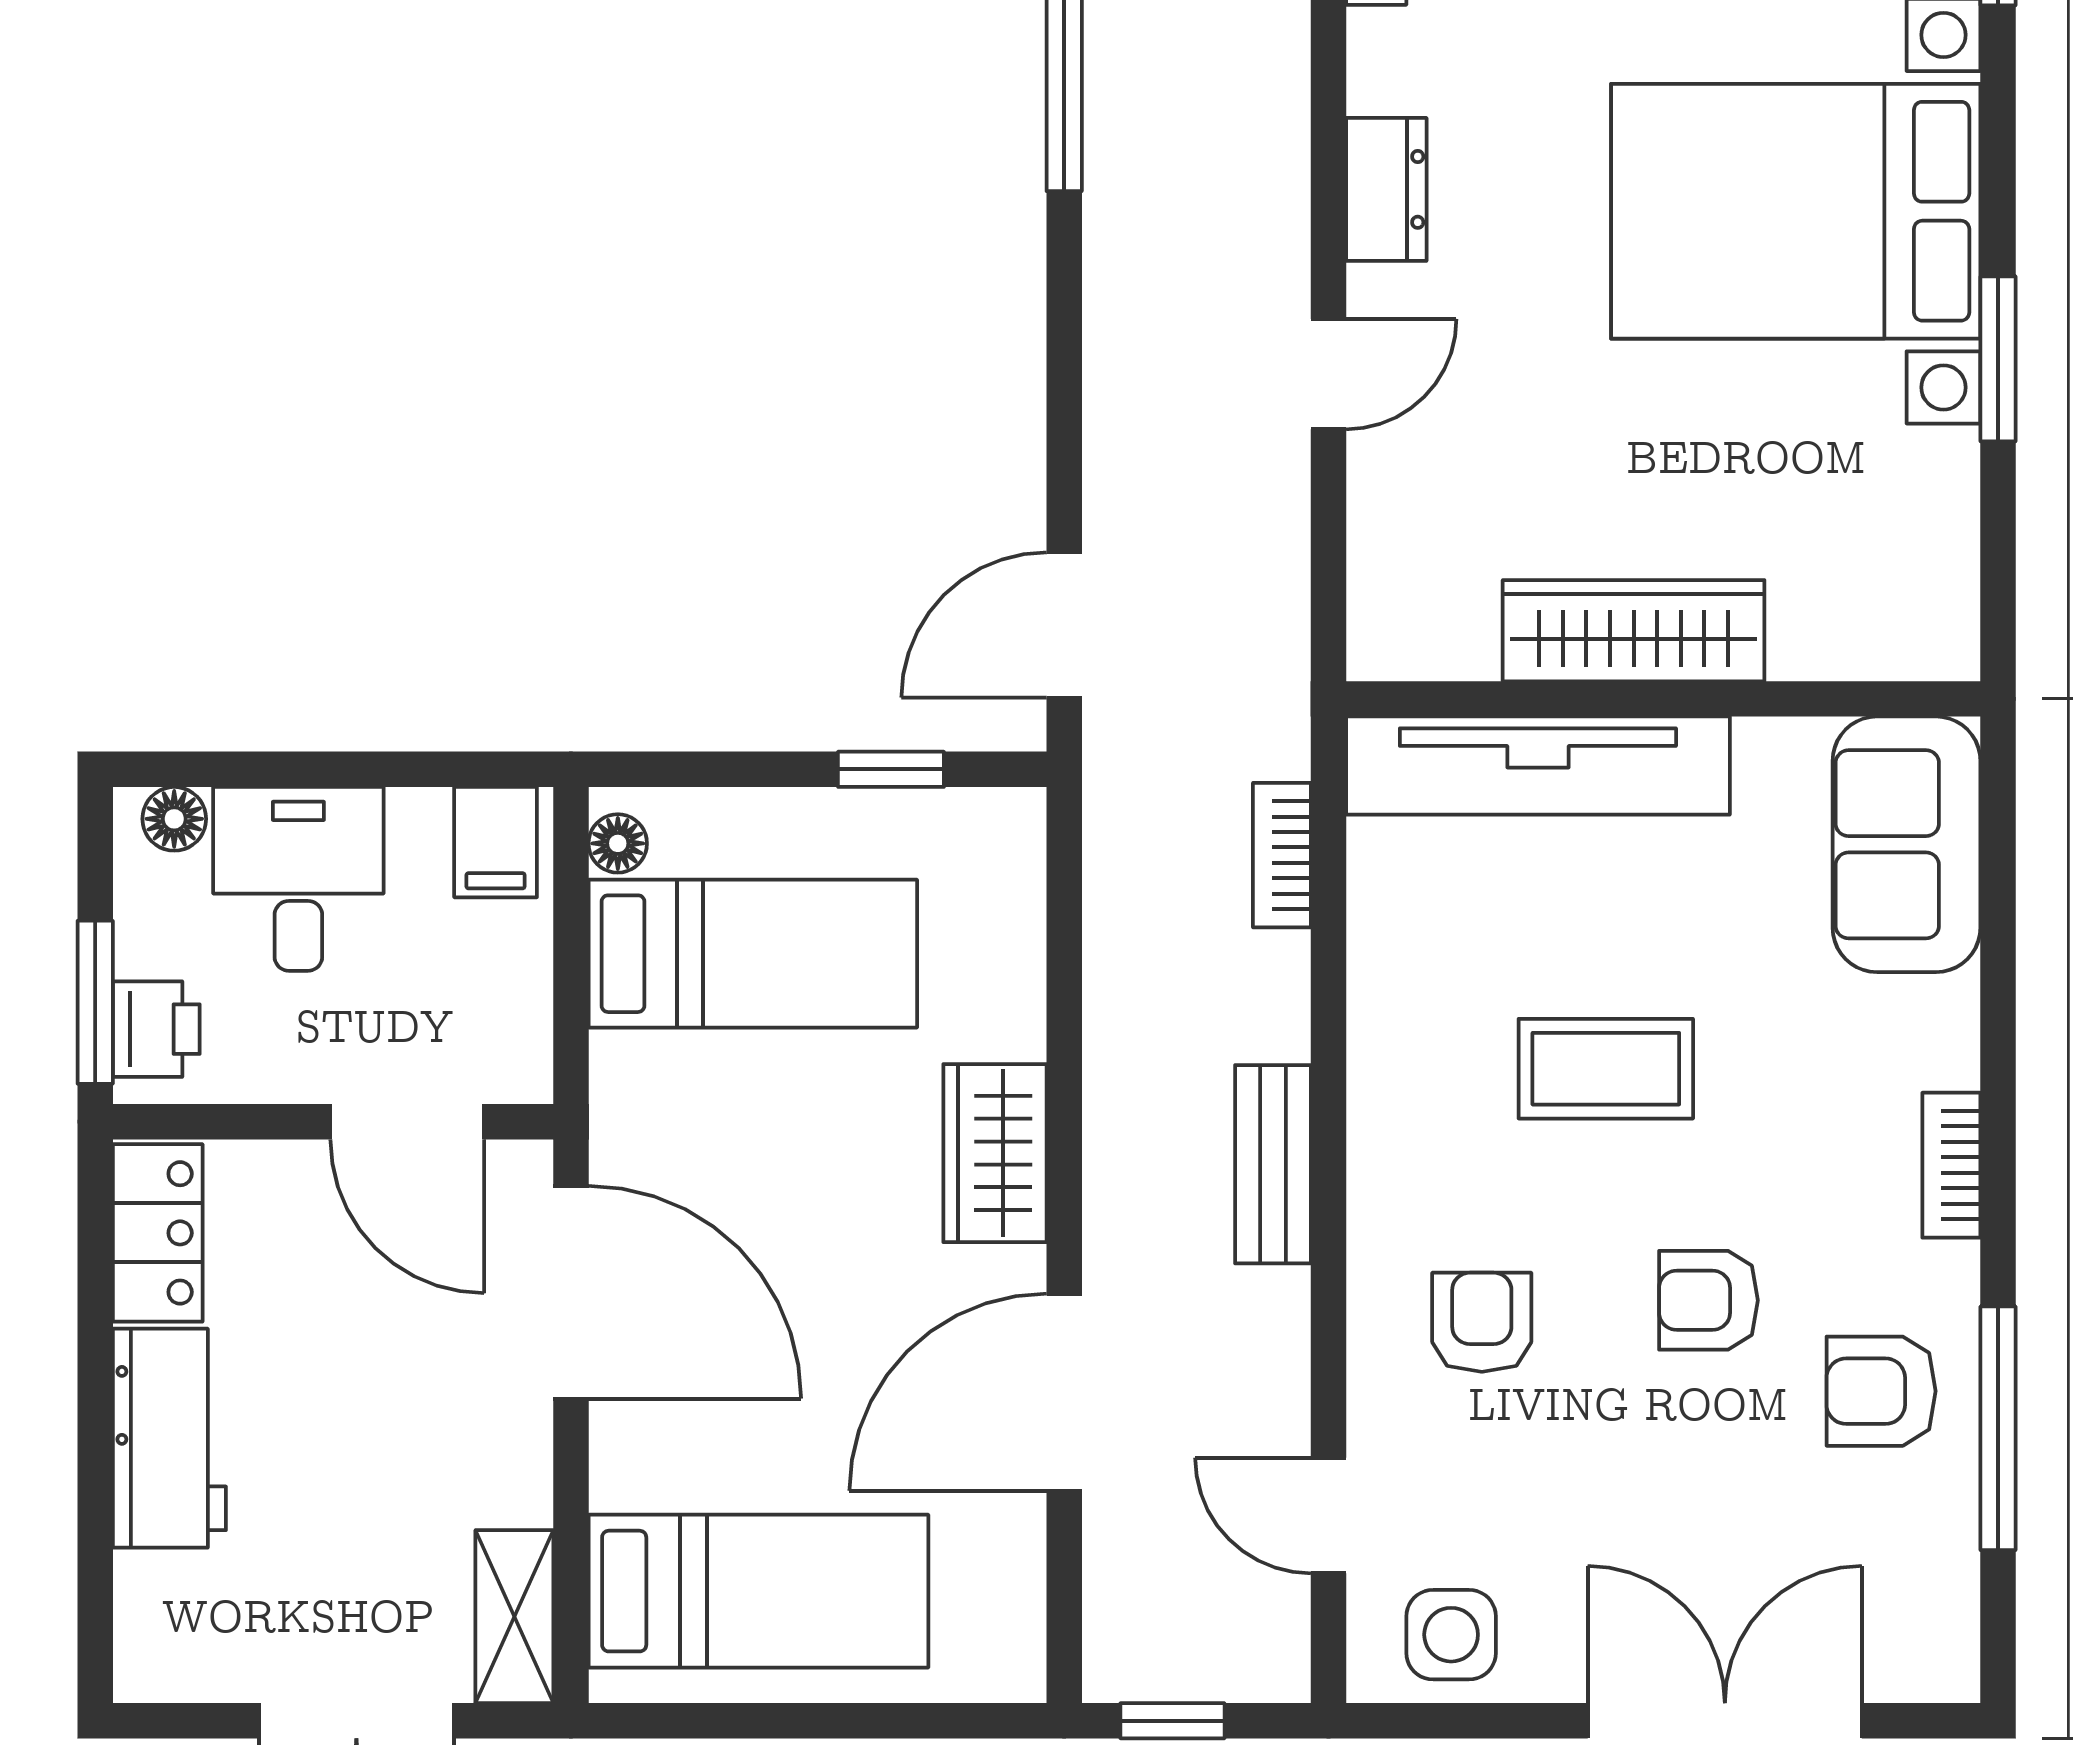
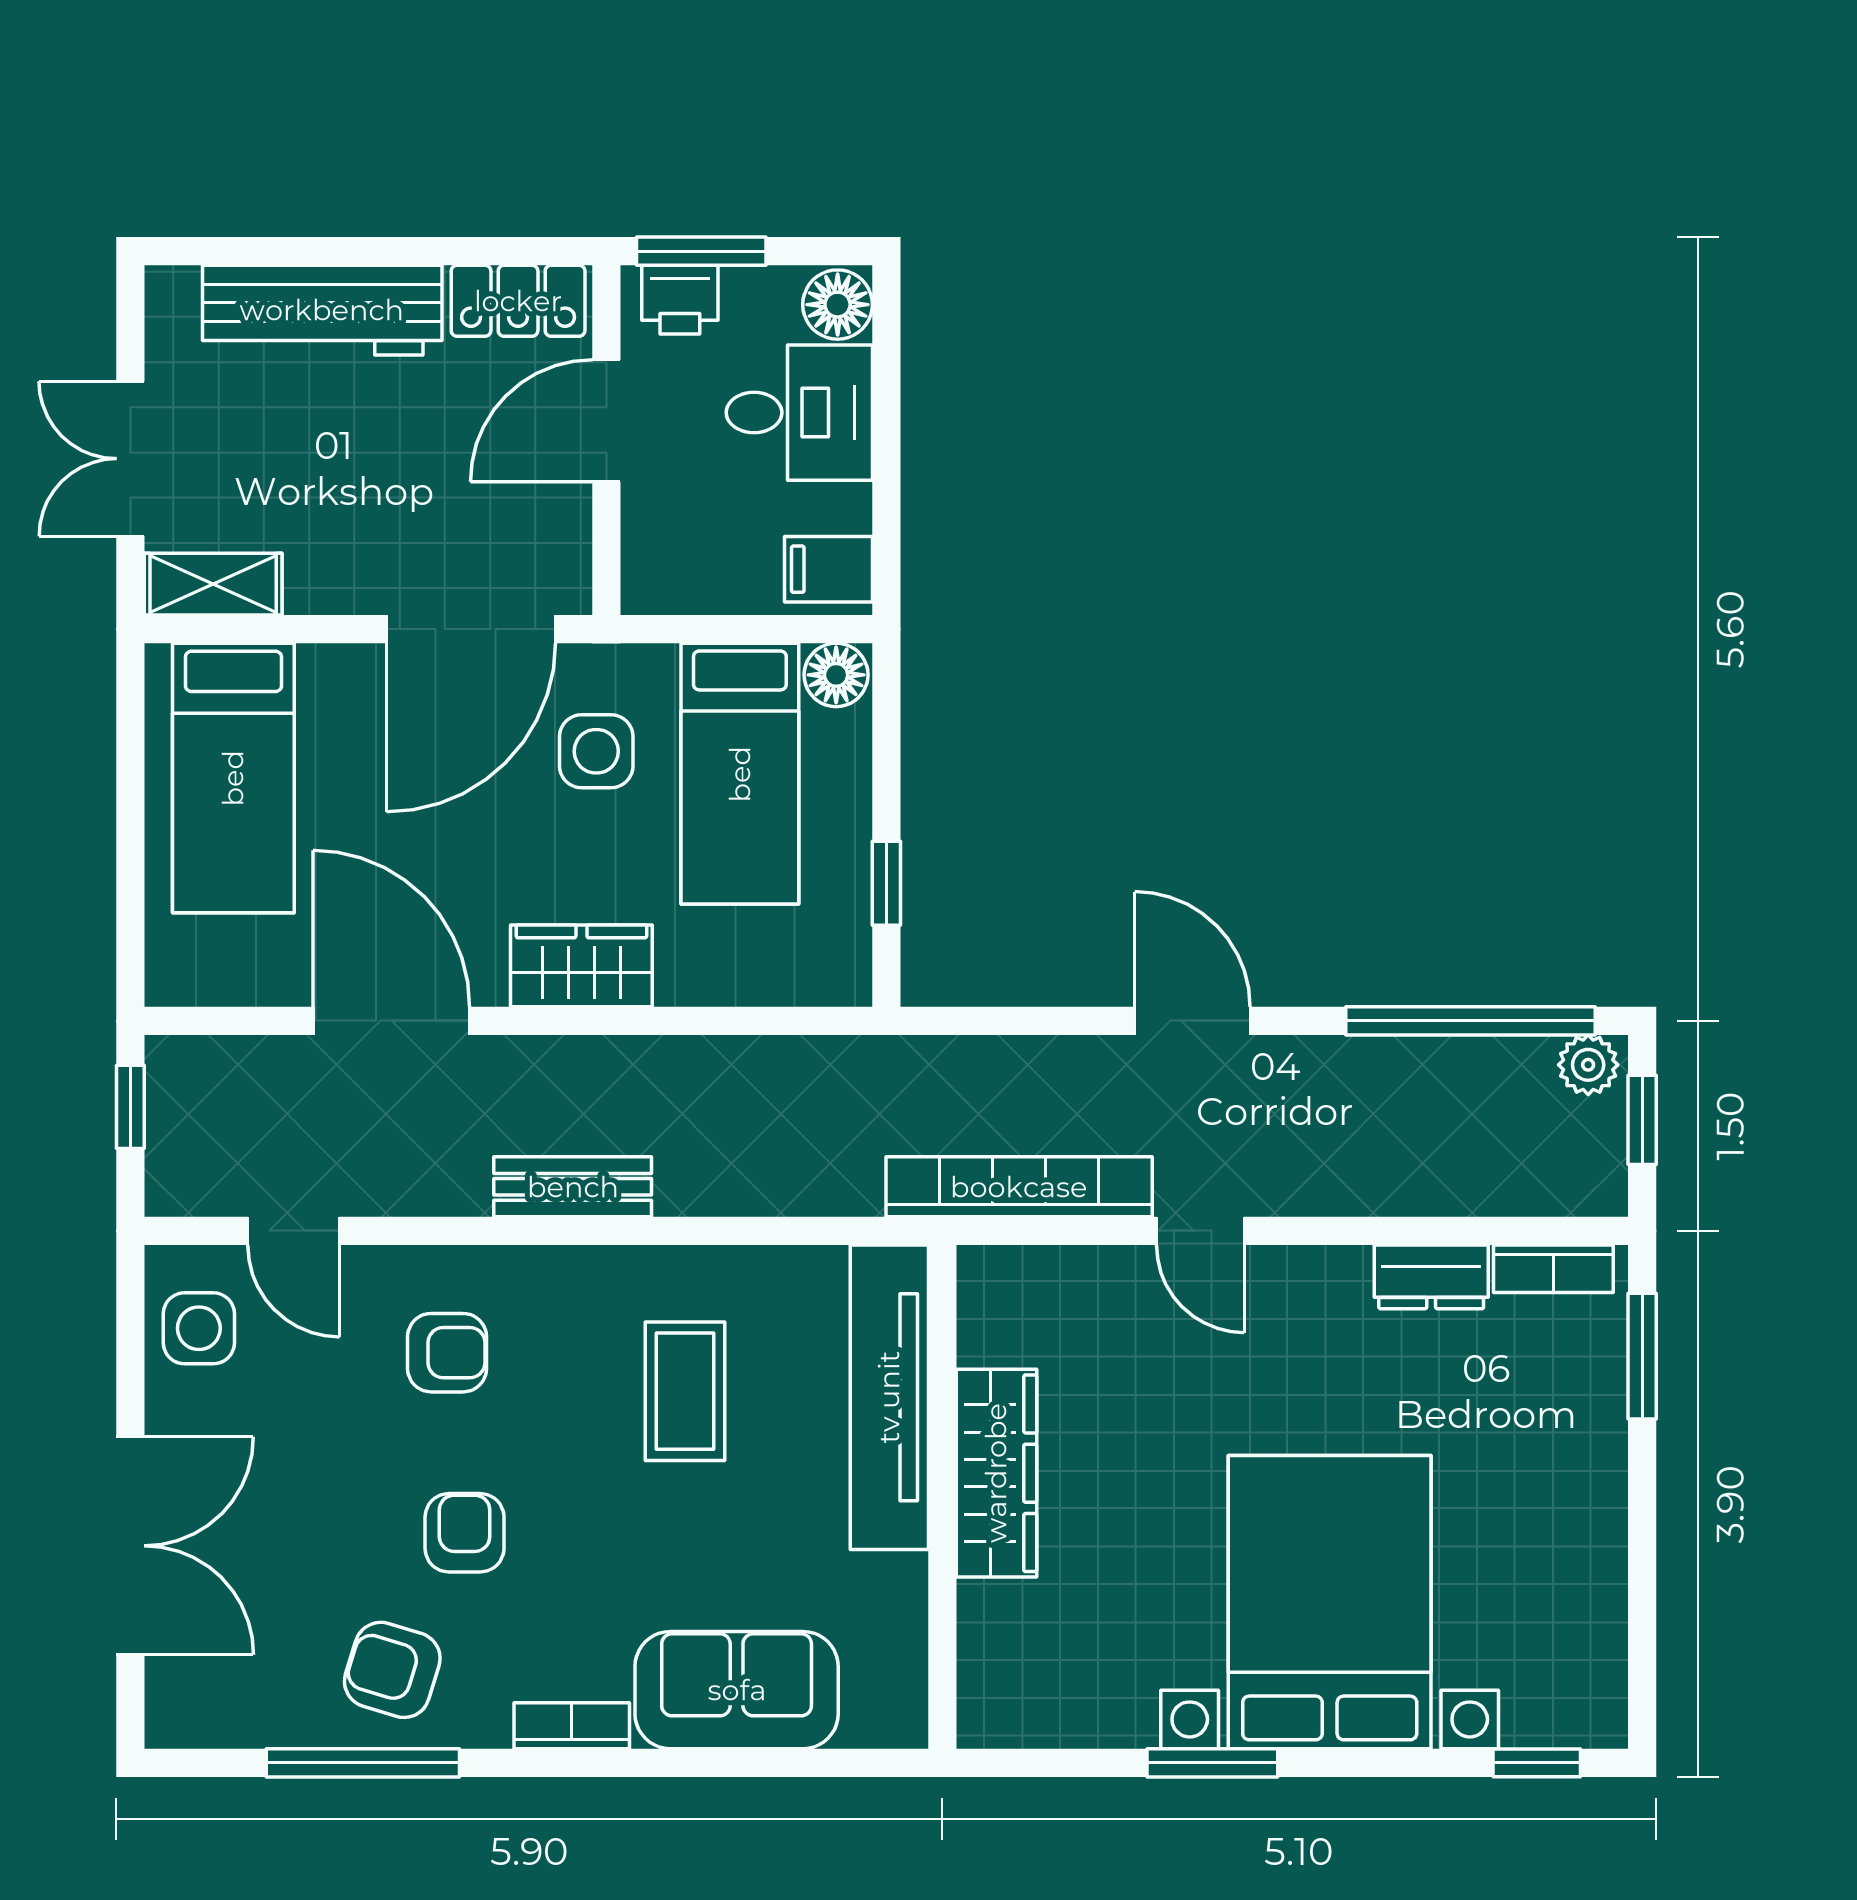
dresser: (1386, 189) -> (1431, 1277), moved
door: (1064, 625) -> (1193, 1021), moved
floor lamp: (174, 819) -> (838, 305), width x1.37, depth x1.37
floor lamp: (618, 843) -> (836, 675), width x1.37, depth x1.37
sofa: (1906, 844) -> (737, 1690), moved
bookcase: (1282, 855) -> (1019, 1187), moved, width x2.31, depth x1.31
coffee table: (1606, 1069) -> (685, 1391), moved
door: (407, 1122) -> (606, 421), moved
side table: (725, 1134) -> (596, 751), added
armchair: (1881, 1391) -> (392, 1670), turned -73
workbench: (169, 1438) -> (322, 310), width x1.38
door: (1328, 1515) -> (294, 1231), swing flipped

